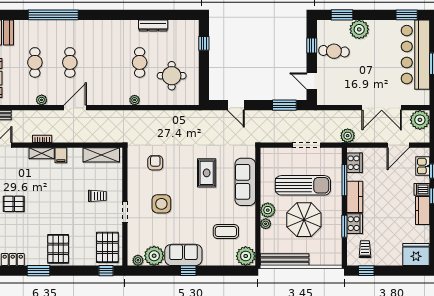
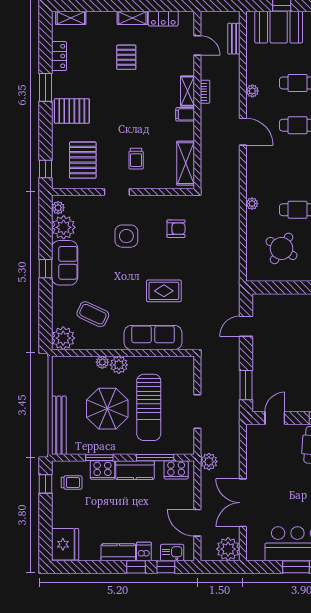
round table: (172, 76) -> (282, 248), turned 32
coffee table: (226, 232) -> (93, 314), turned -65
pallet: (107, 247) -> (83, 160), moved, turned 90
bench: (285, 260) -> (59, 425), moved

